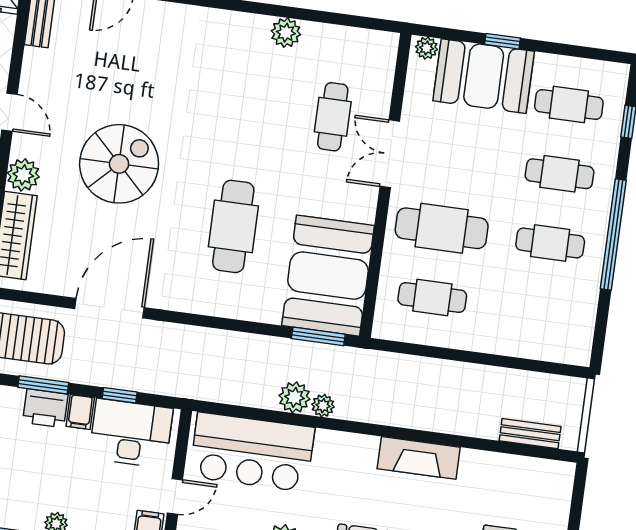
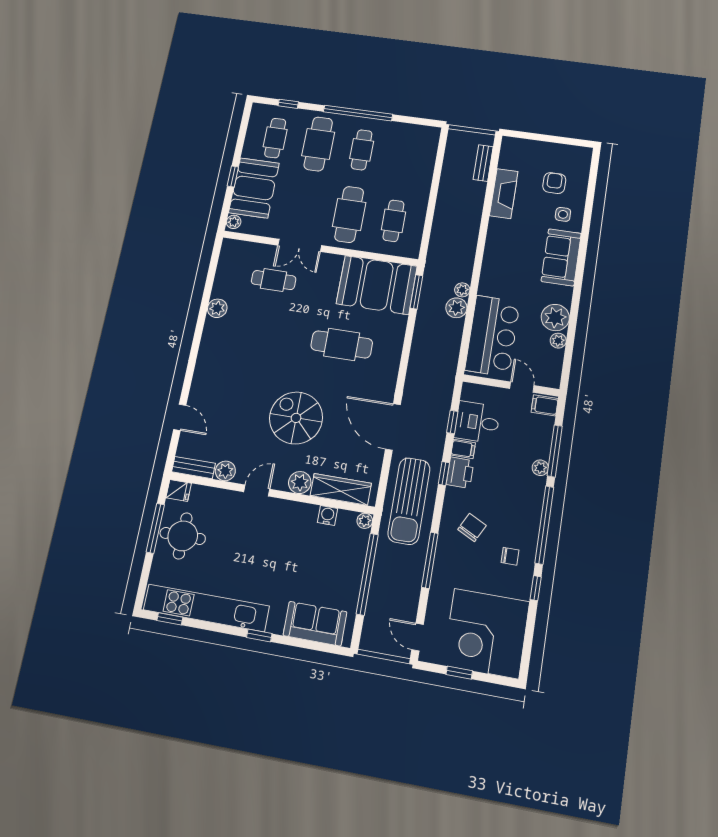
plant: (37, 64) -> (225, 471), added
cafe table: (560, 174) -> (318, 144), width x1.37, depth x1.35
window: (43, 385) -> (444, 474), width x0.67
desk: (131, 433) -> (477, 422), width x0.73
fireplace: (419, 458) -> (504, 194), moved

